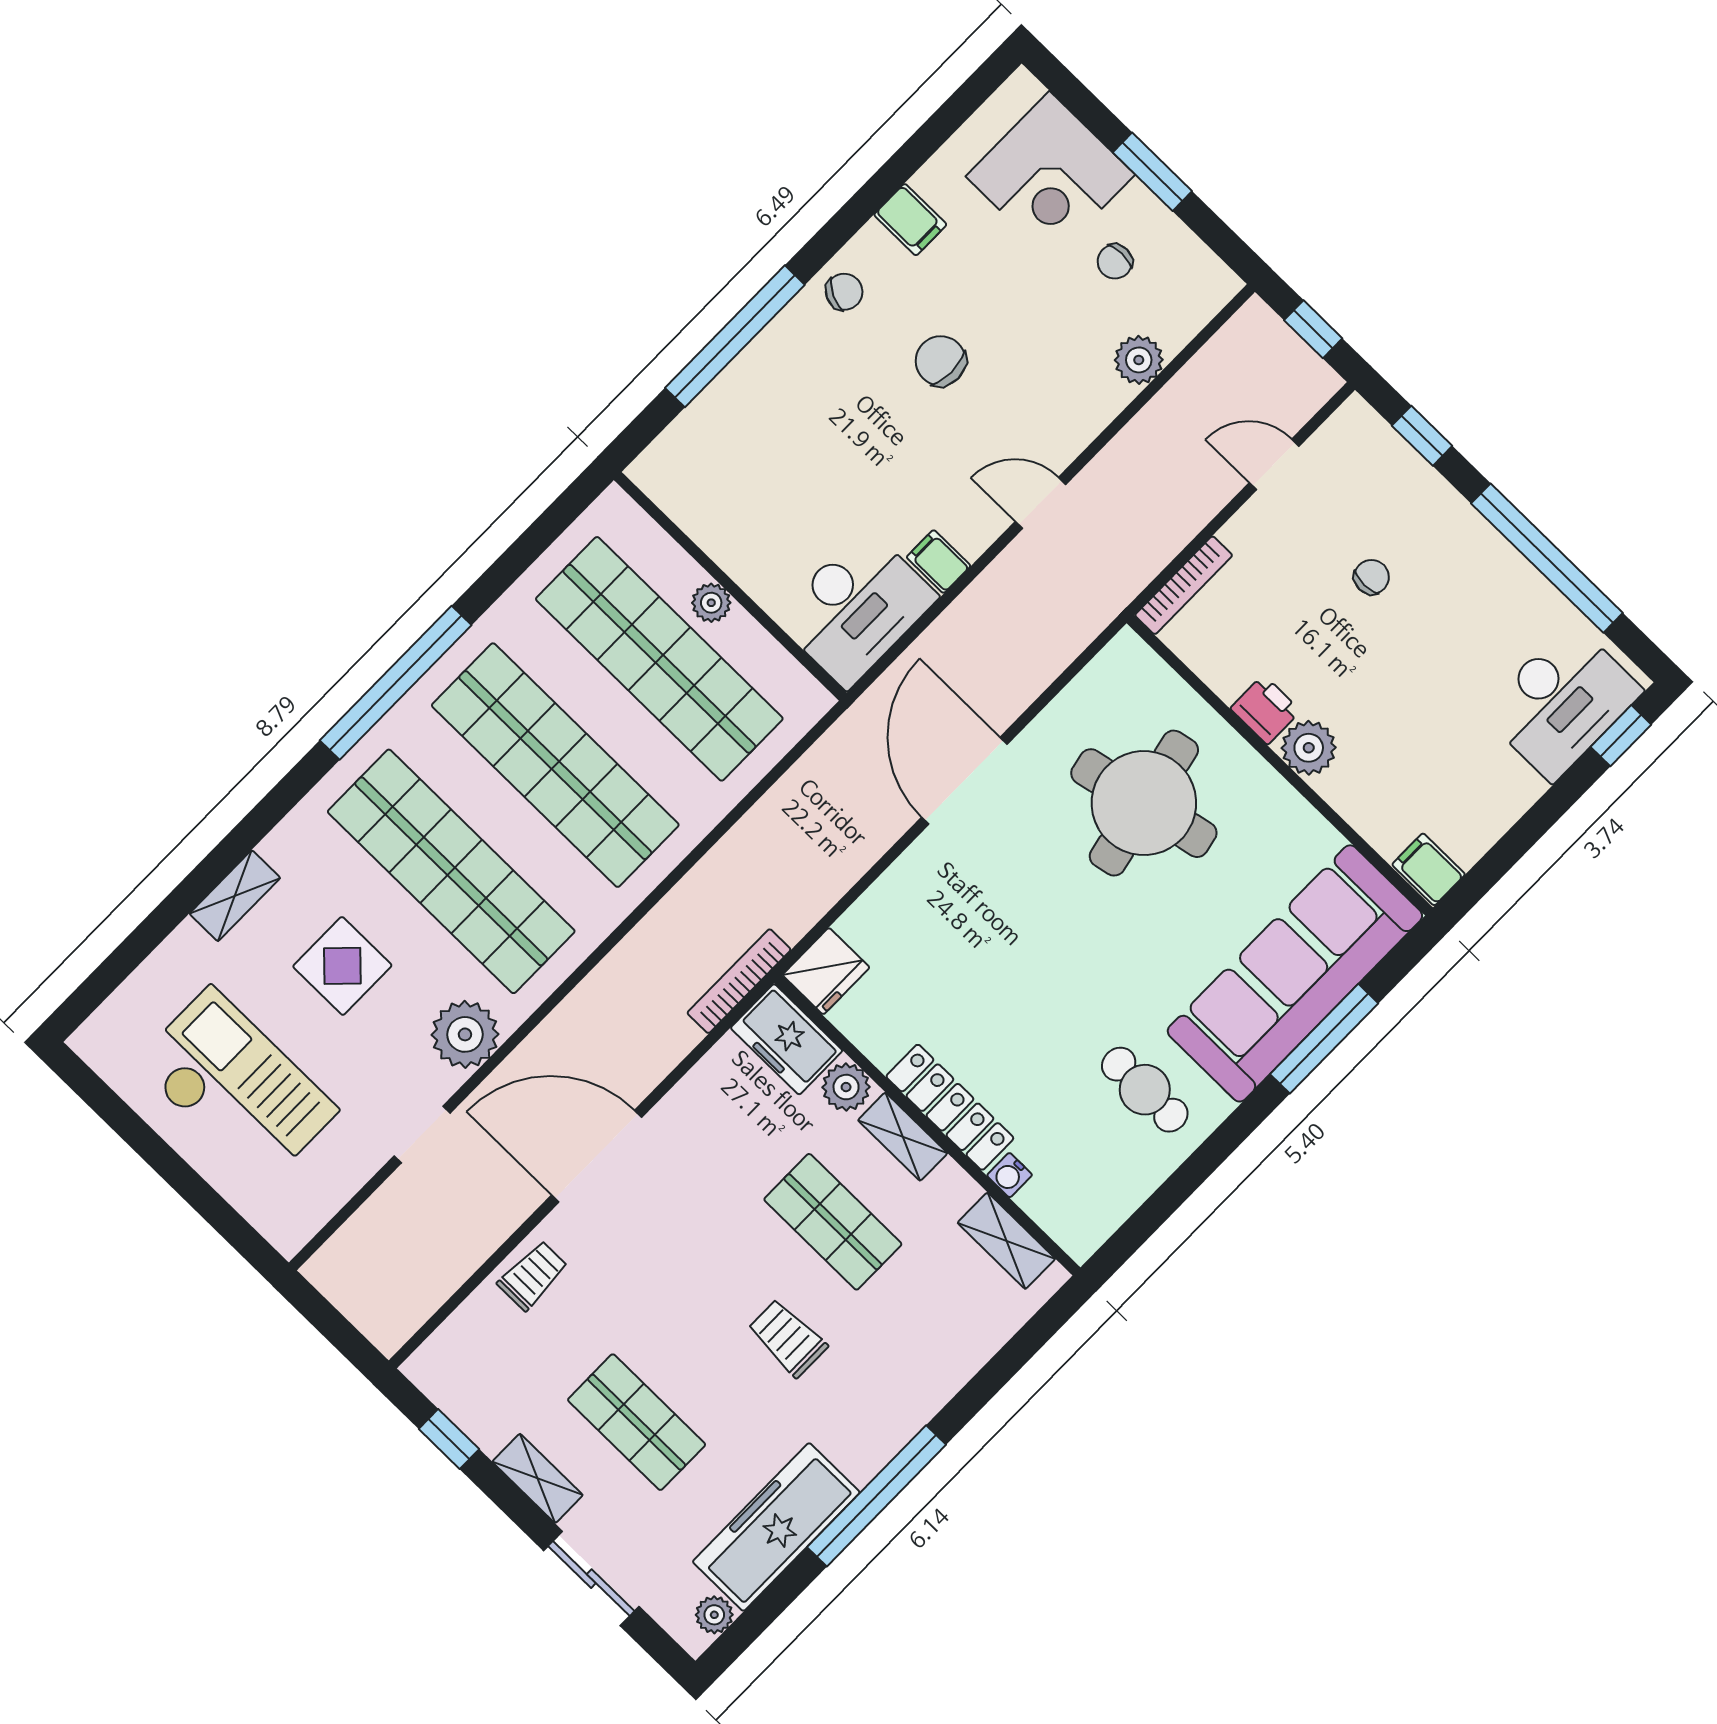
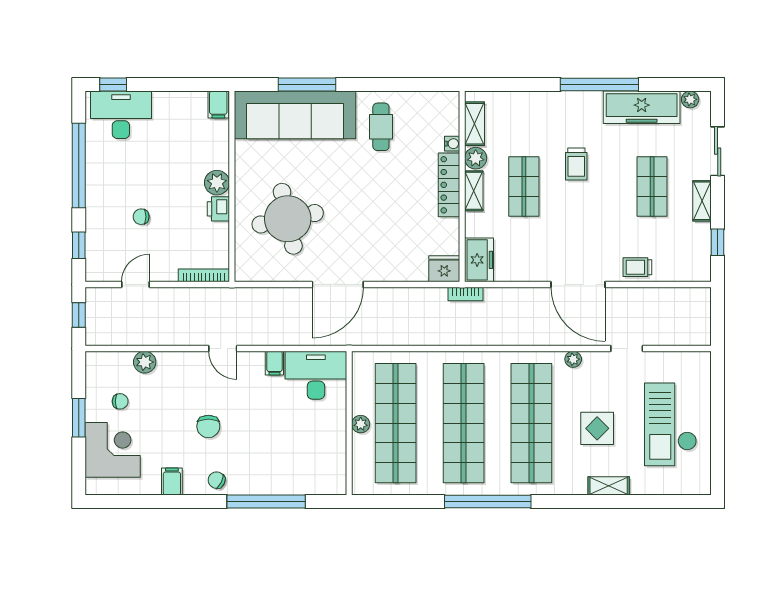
door: (1274, 464) -> (135, 284), swing flipped
bookcase: (739, 981) -> (466, 294), width x0.64
plant: (465, 1034) -> (573, 359), width x0.53, depth x0.53
plant: (846, 1087) -> (476, 158), moved

